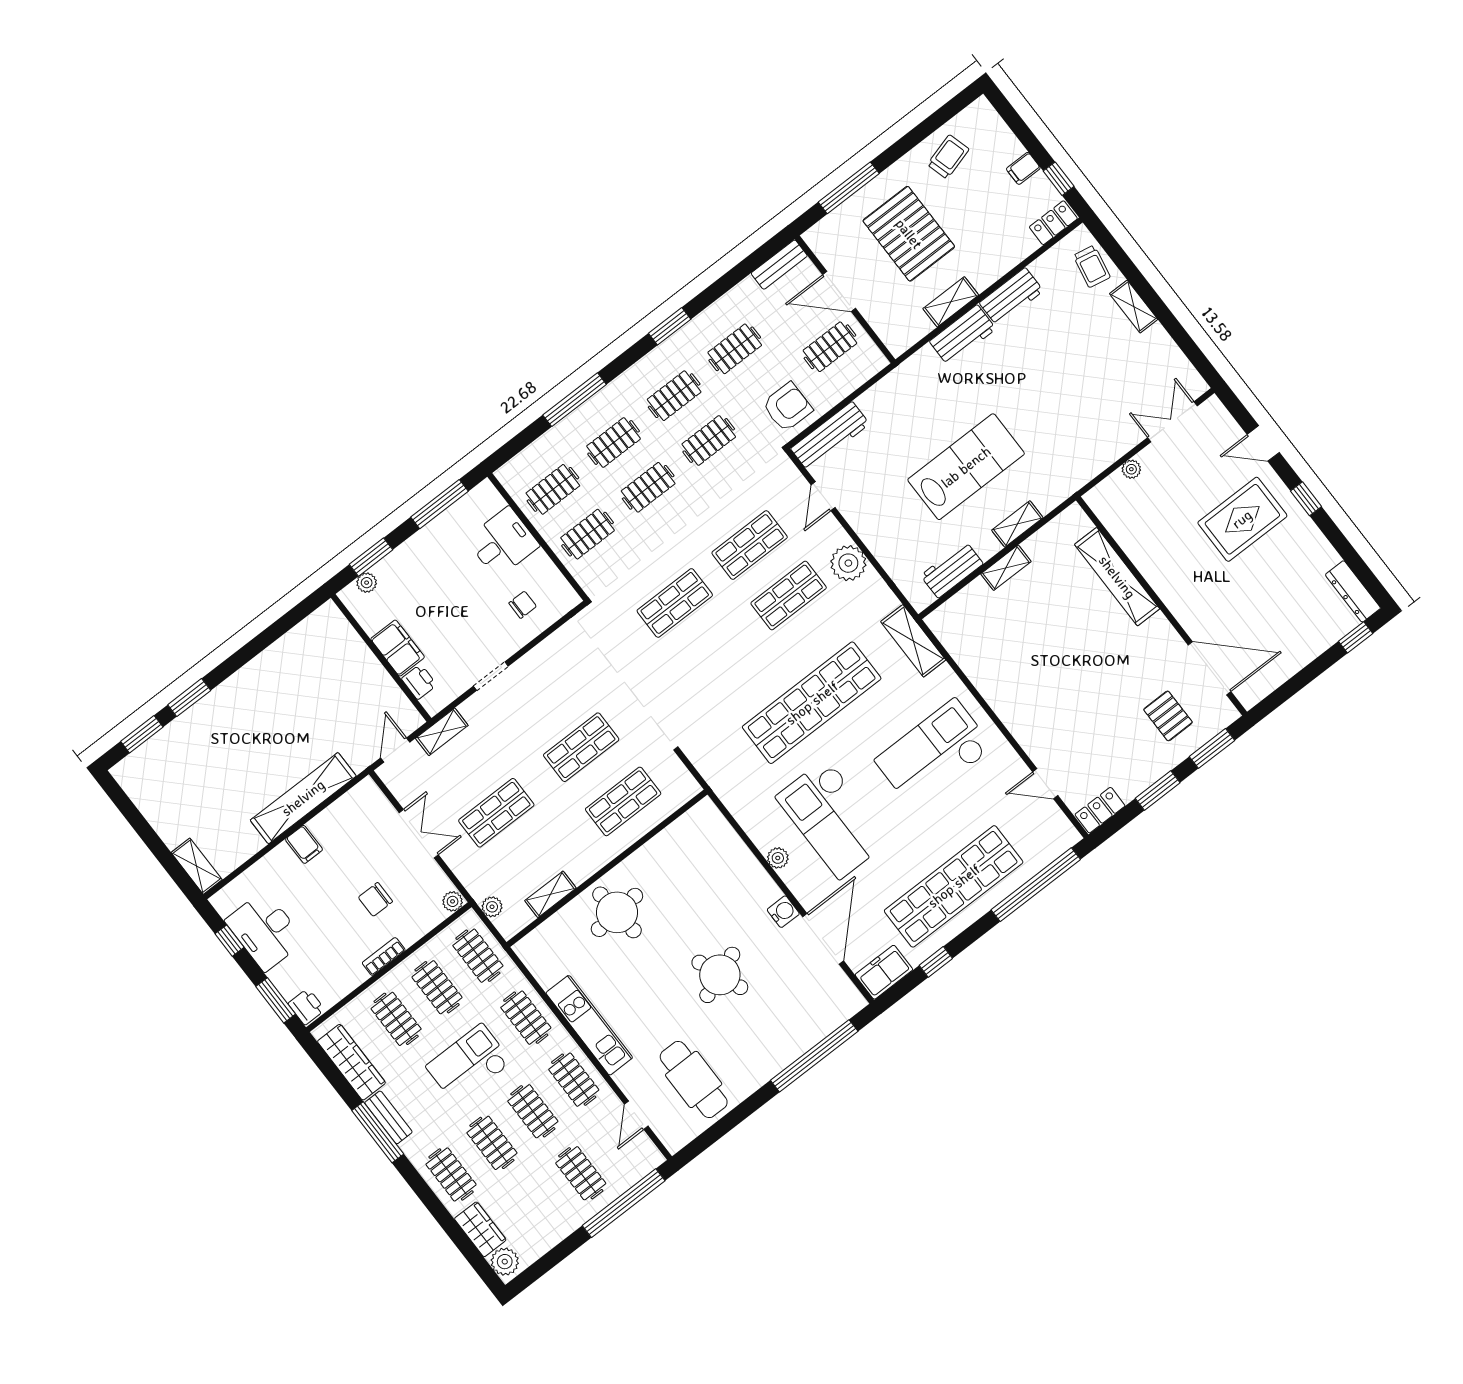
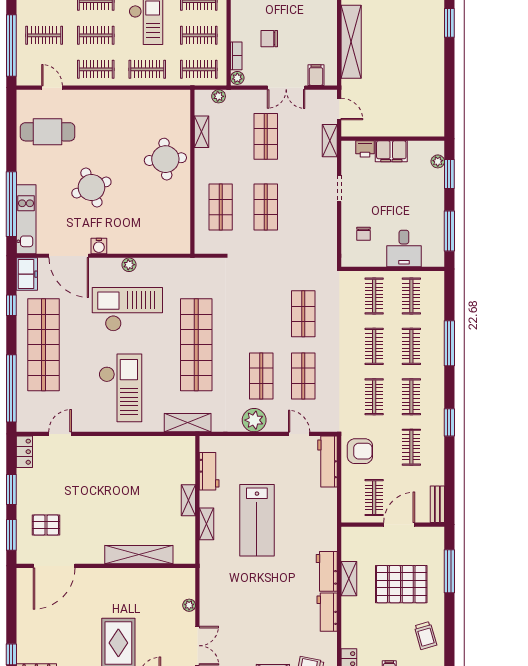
armchair: (787, 407) -> (360, 451), turned -90
filing cabinet: (304, 844) -> (316, 75), moved, turned 90
chair: (375, 899) -> (269, 39), turned -90
bookcase: (384, 957) -> (236, 56), moved
kitchen unit: (589, 1025) -> (26, 219), moved, turned -90

